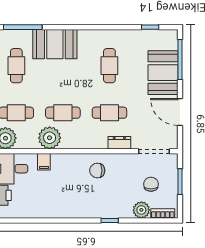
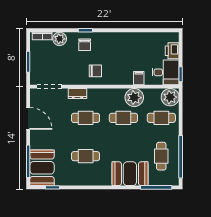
cafe table: (109, 66) -> (86, 156), turned 90
booth: (163, 73) -> (42, 168), moved
chair: (151, 184) -> (85, 45), moved

